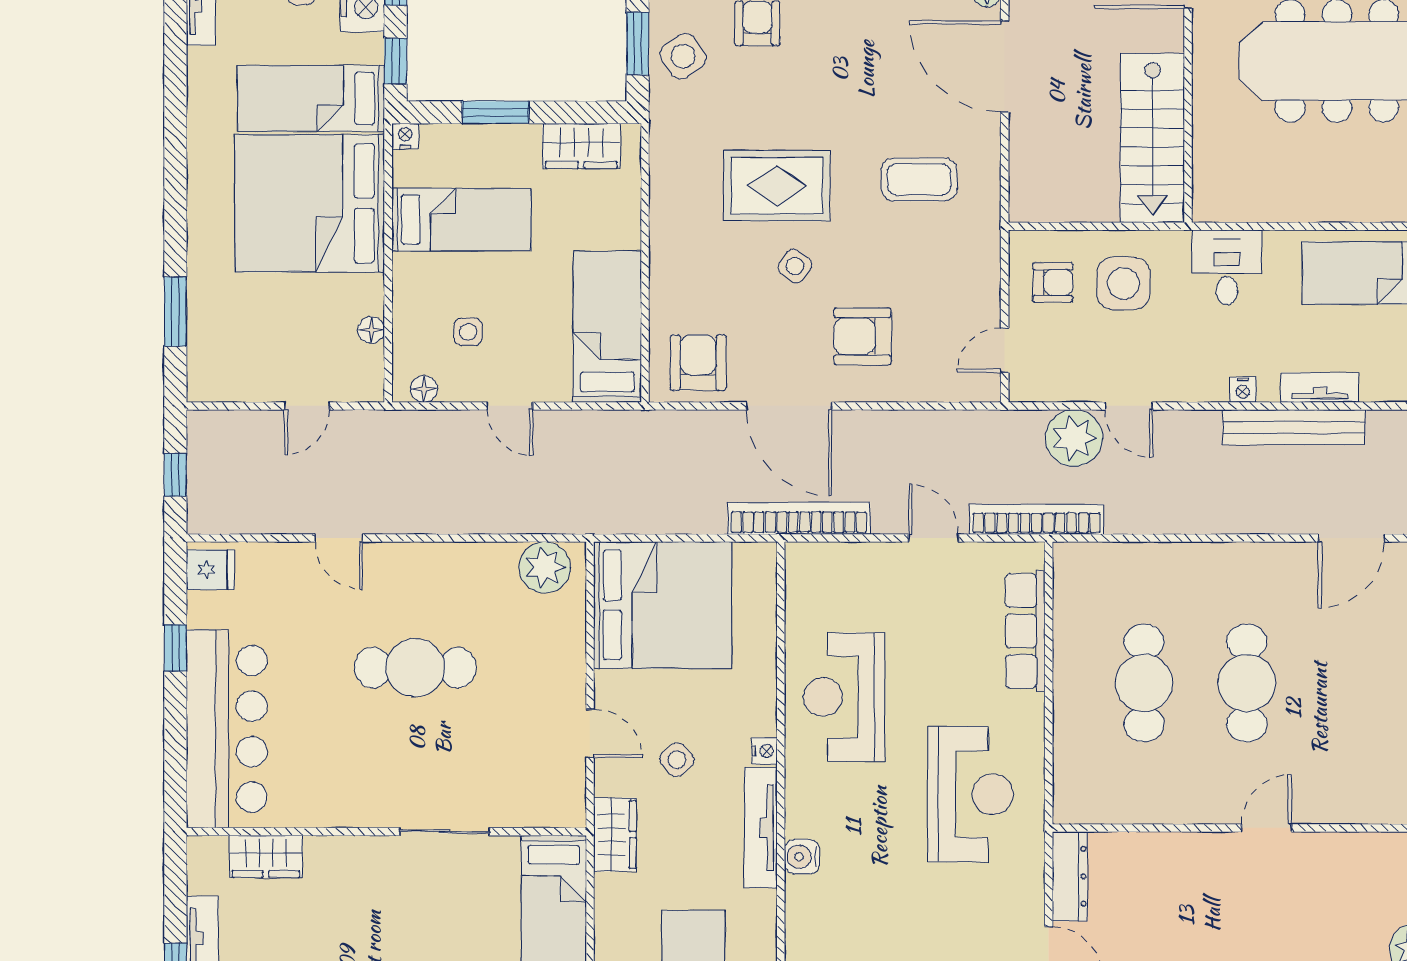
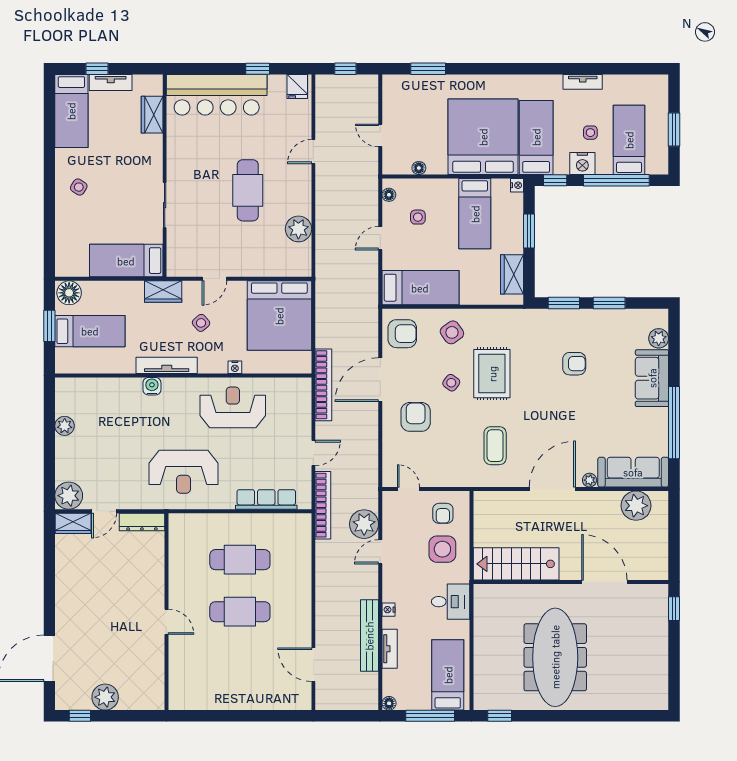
side table: (683, 56) -> (452, 332), moved
plant: (545, 567) -> (298, 229), moved
nightstand: (764, 751) -> (235, 367), moved

